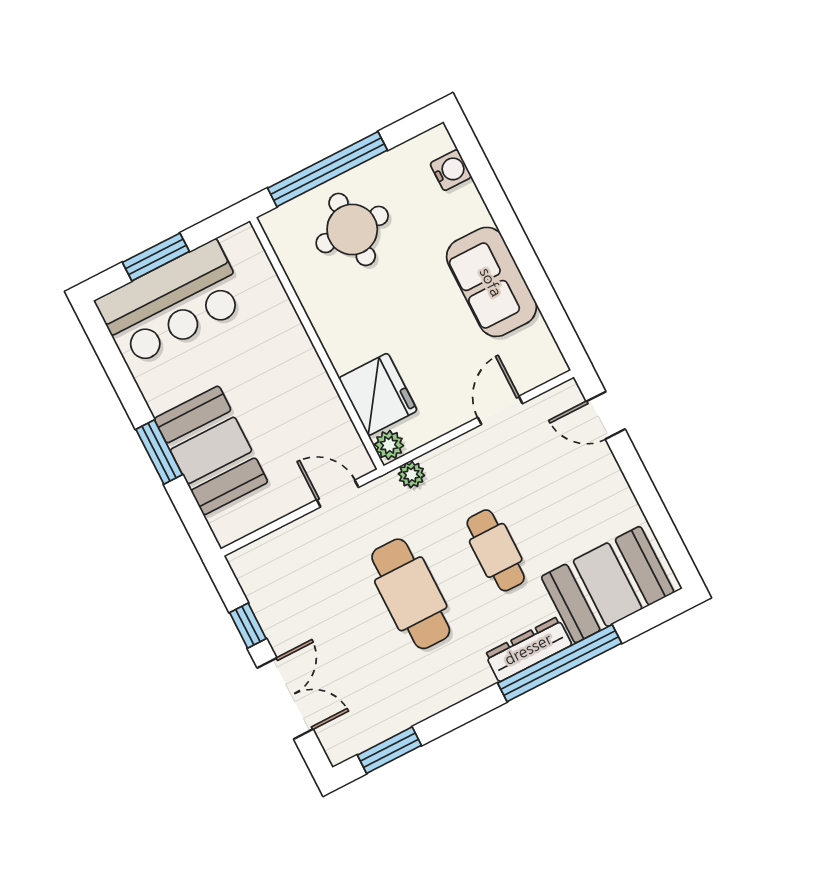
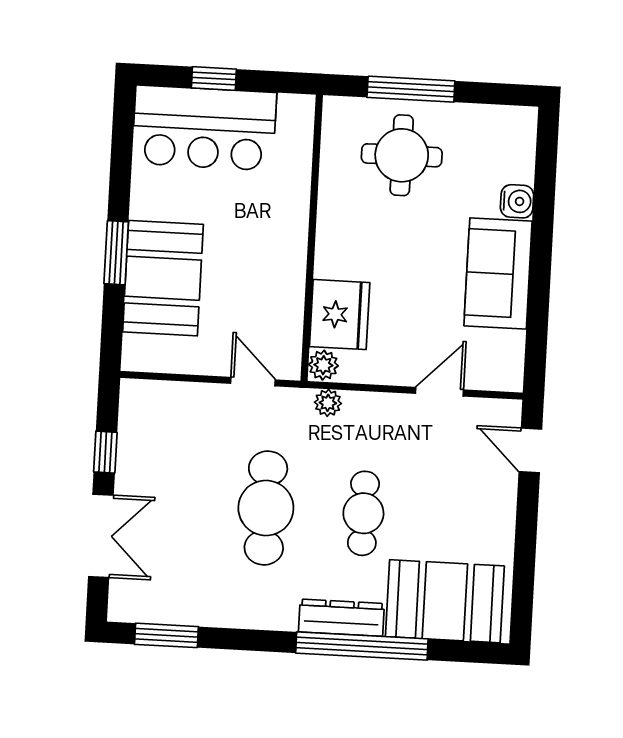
window: (327, 169) -> (411, 89), width x0.68
water cooler: (451, 170) -> (517, 201), moved
window: (156, 257) -> (214, 79), width x0.67

